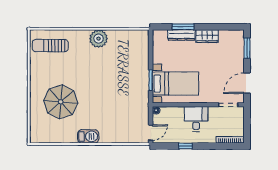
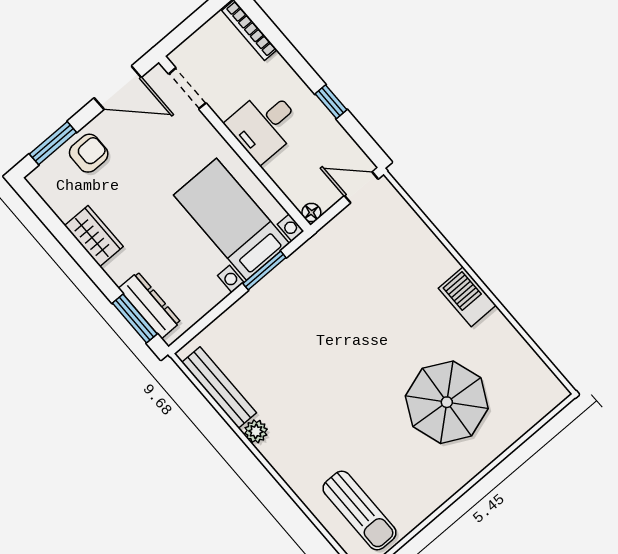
window: (183, 27) -> (135, 319), moved
bench: (126, 35) -> (219, 387), added
dresser: (181, 35) -> (150, 305), moved
plant: (99, 39) -> (256, 431), width x0.53, depth x0.53
armchair: (234, 57) -> (89, 153), added

